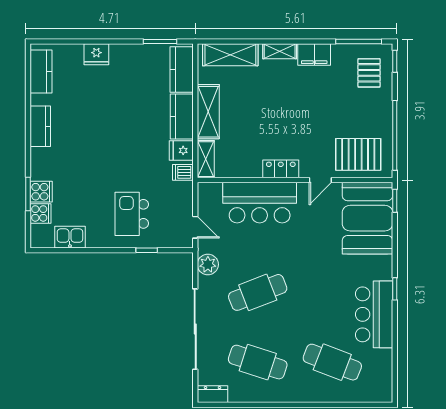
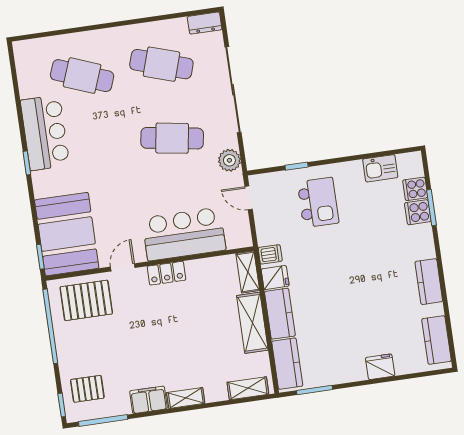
shelving: (230, 55) -> (248, 388), width x0.67, depth x0.75
pallet: (369, 73) -> (87, 389), turned 90
cafe table: (258, 292) -> (172, 138), turned 30

